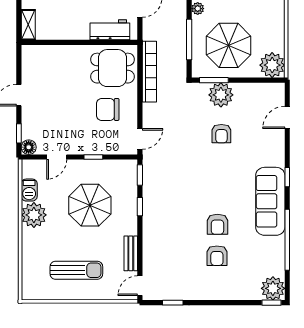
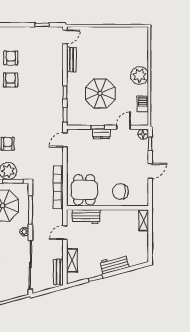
dining table: (112, 68) -> (84, 190), turned 90
chair: (108, 109) -> (120, 192), moved, turned 180
dresser: (88, 148) -> (101, 134), added
plant: (34, 215) -> (140, 76), moved
sun lounger: (76, 270) -> (110, 48), removed

